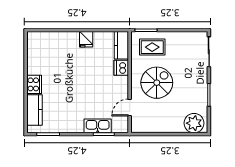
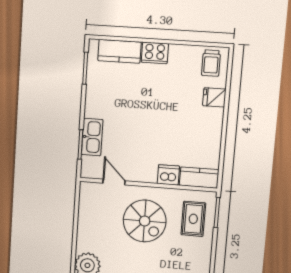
fridge: (86, 39) -> (214, 97), moved
trolley: (39, 44) -> (211, 63), added

